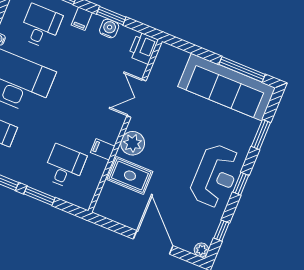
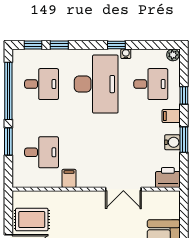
double door: (136, 98) -> (123, 189), swing flipped
plant: (133, 143) -> (84, 201), removed
rug: (130, 176) -> (32, 220), moved, turned 90

